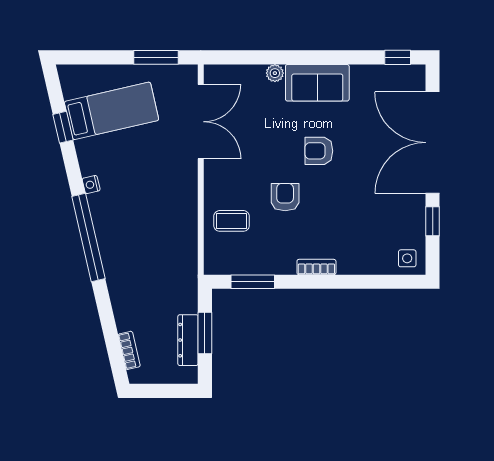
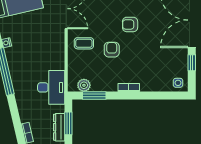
coffee table: (232, 221) -> (84, 43), moved
plant: (234, 263) -> (84, 85), added
desk: (173, 267) -> (51, 87), added

